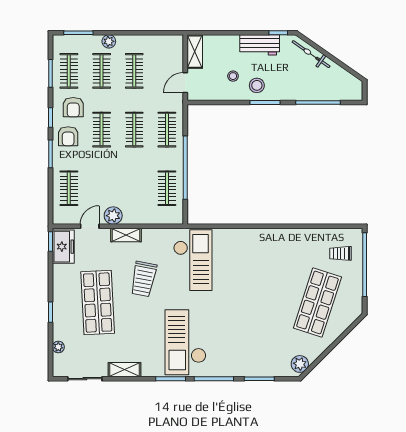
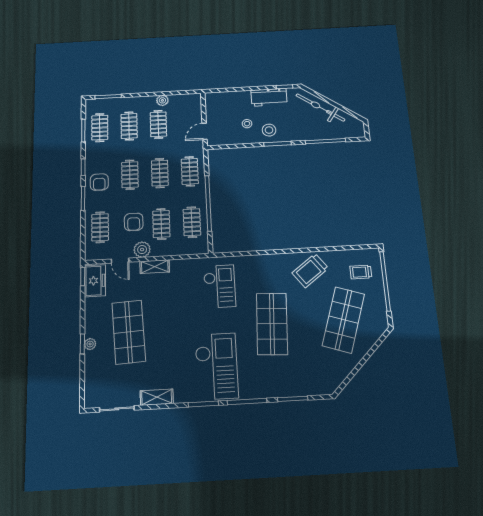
plant: (109, 41) -> (162, 100), moved
shelving: (195, 52) -> (212, 106), removed
bicycle: (311, 54) -> (320, 107), width x1.37, depth x1.40
armchair: (73, 107) -> (134, 222), moved
clothes rail: (134, 188) -> (161, 224), added
door: (90, 226) -> (120, 261), swing flipped
checkout: (193, 260) -> (220, 286), width x0.73, depth x0.83
trolley: (144, 279) -> (310, 271), moved, turned 42
shop shelf: (244, 303) -> (272, 324), added
checkout: (185, 342) -> (216, 366), turned 180
plant: (58, 347) -> (90, 344), moved
plant: (300, 364) -> (332, 381), removed

